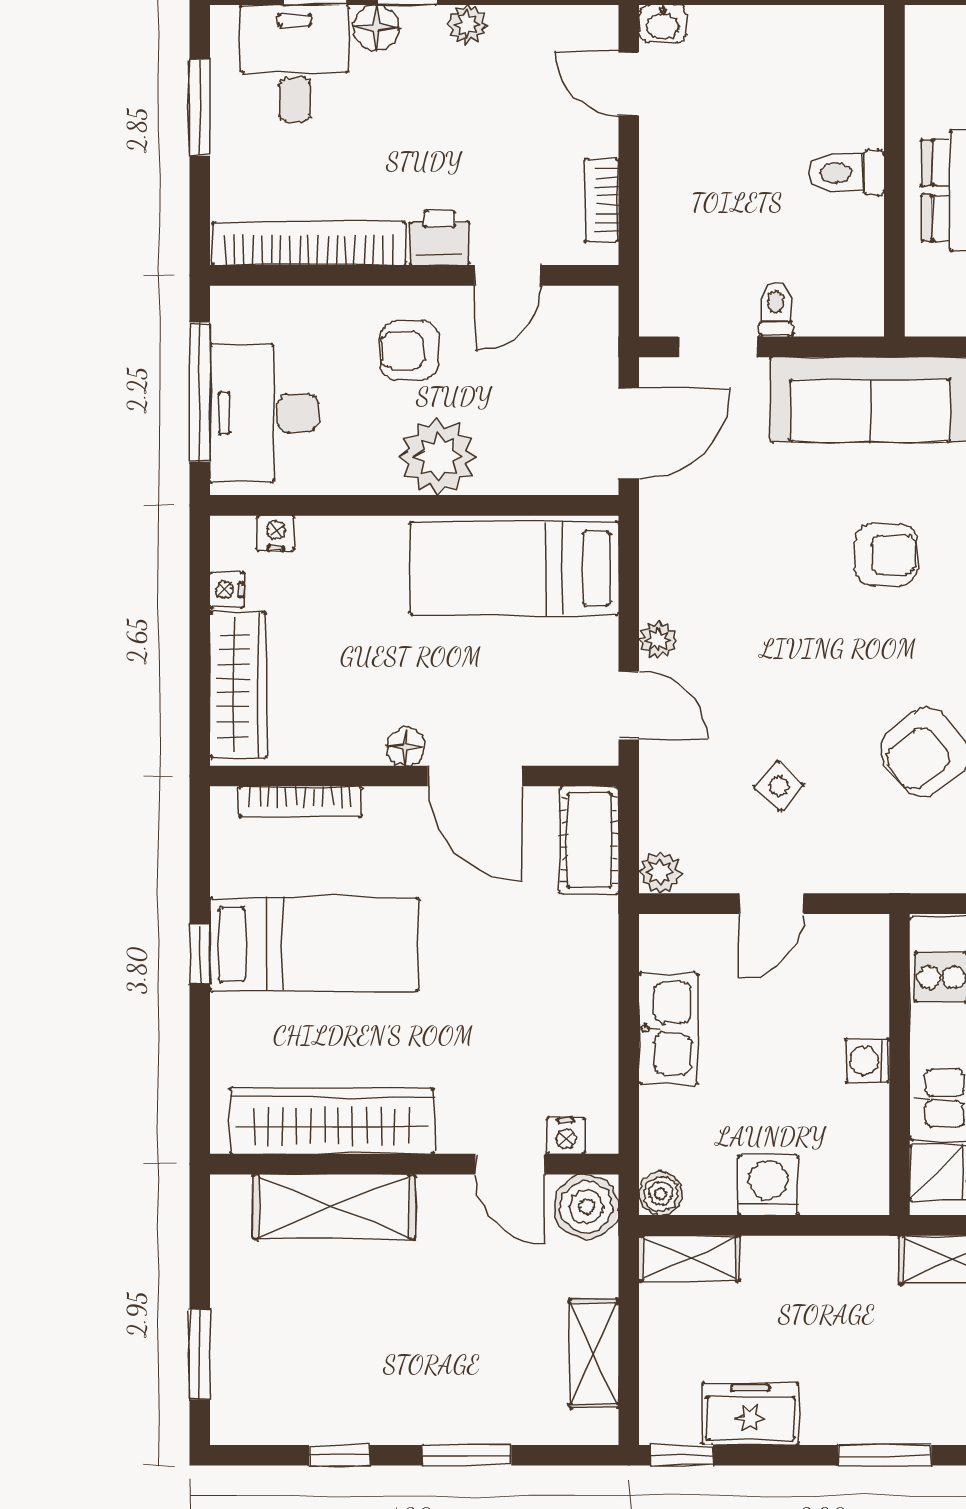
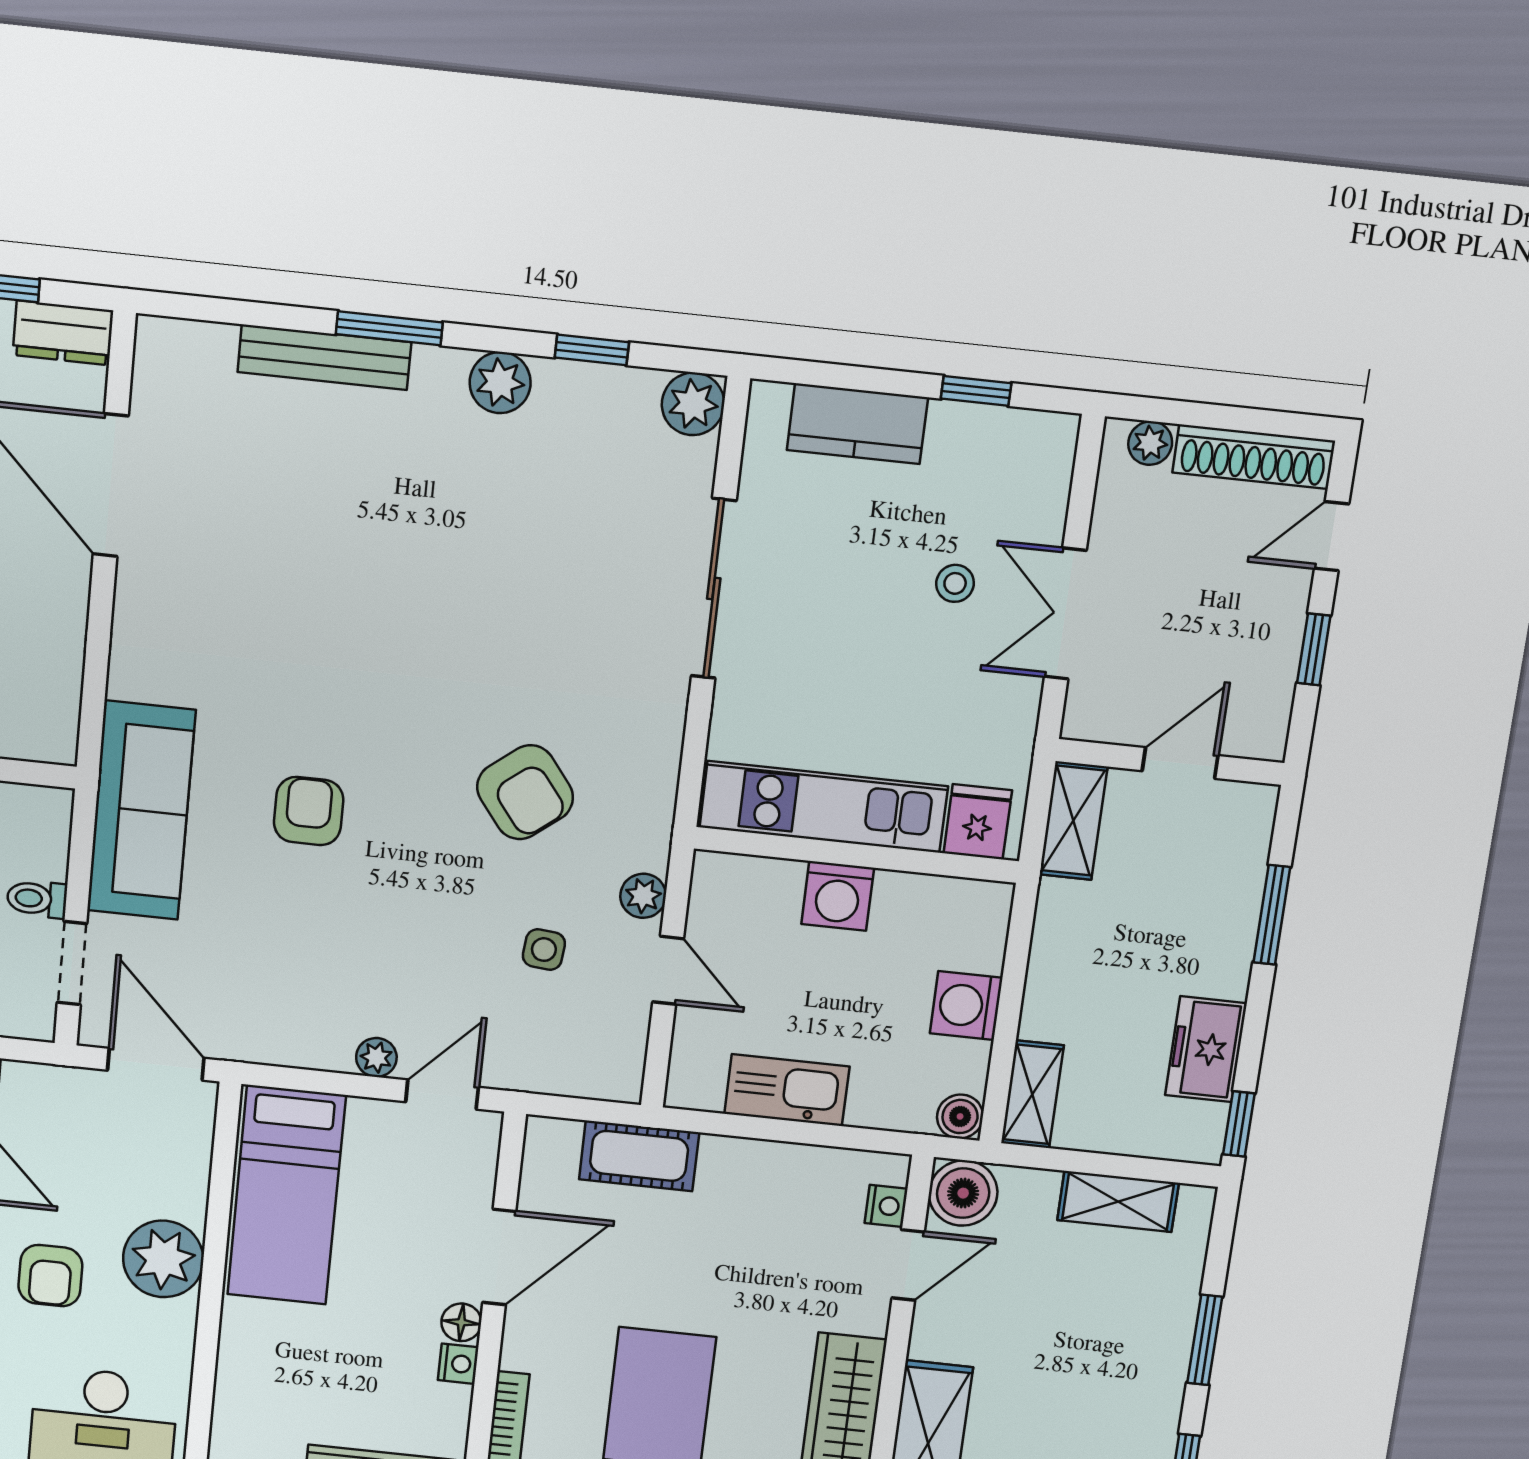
nightstand: (276, 533) -> (458, 1364), moved, turned 180
side table: (779, 786) -> (544, 950), turned -36
cot: (589, 840) -> (639, 1156), moved
plant: (660, 872) -> (643, 896), moved
washing machine: (867, 1061) -> (838, 896), width x1.38, depth x1.38

